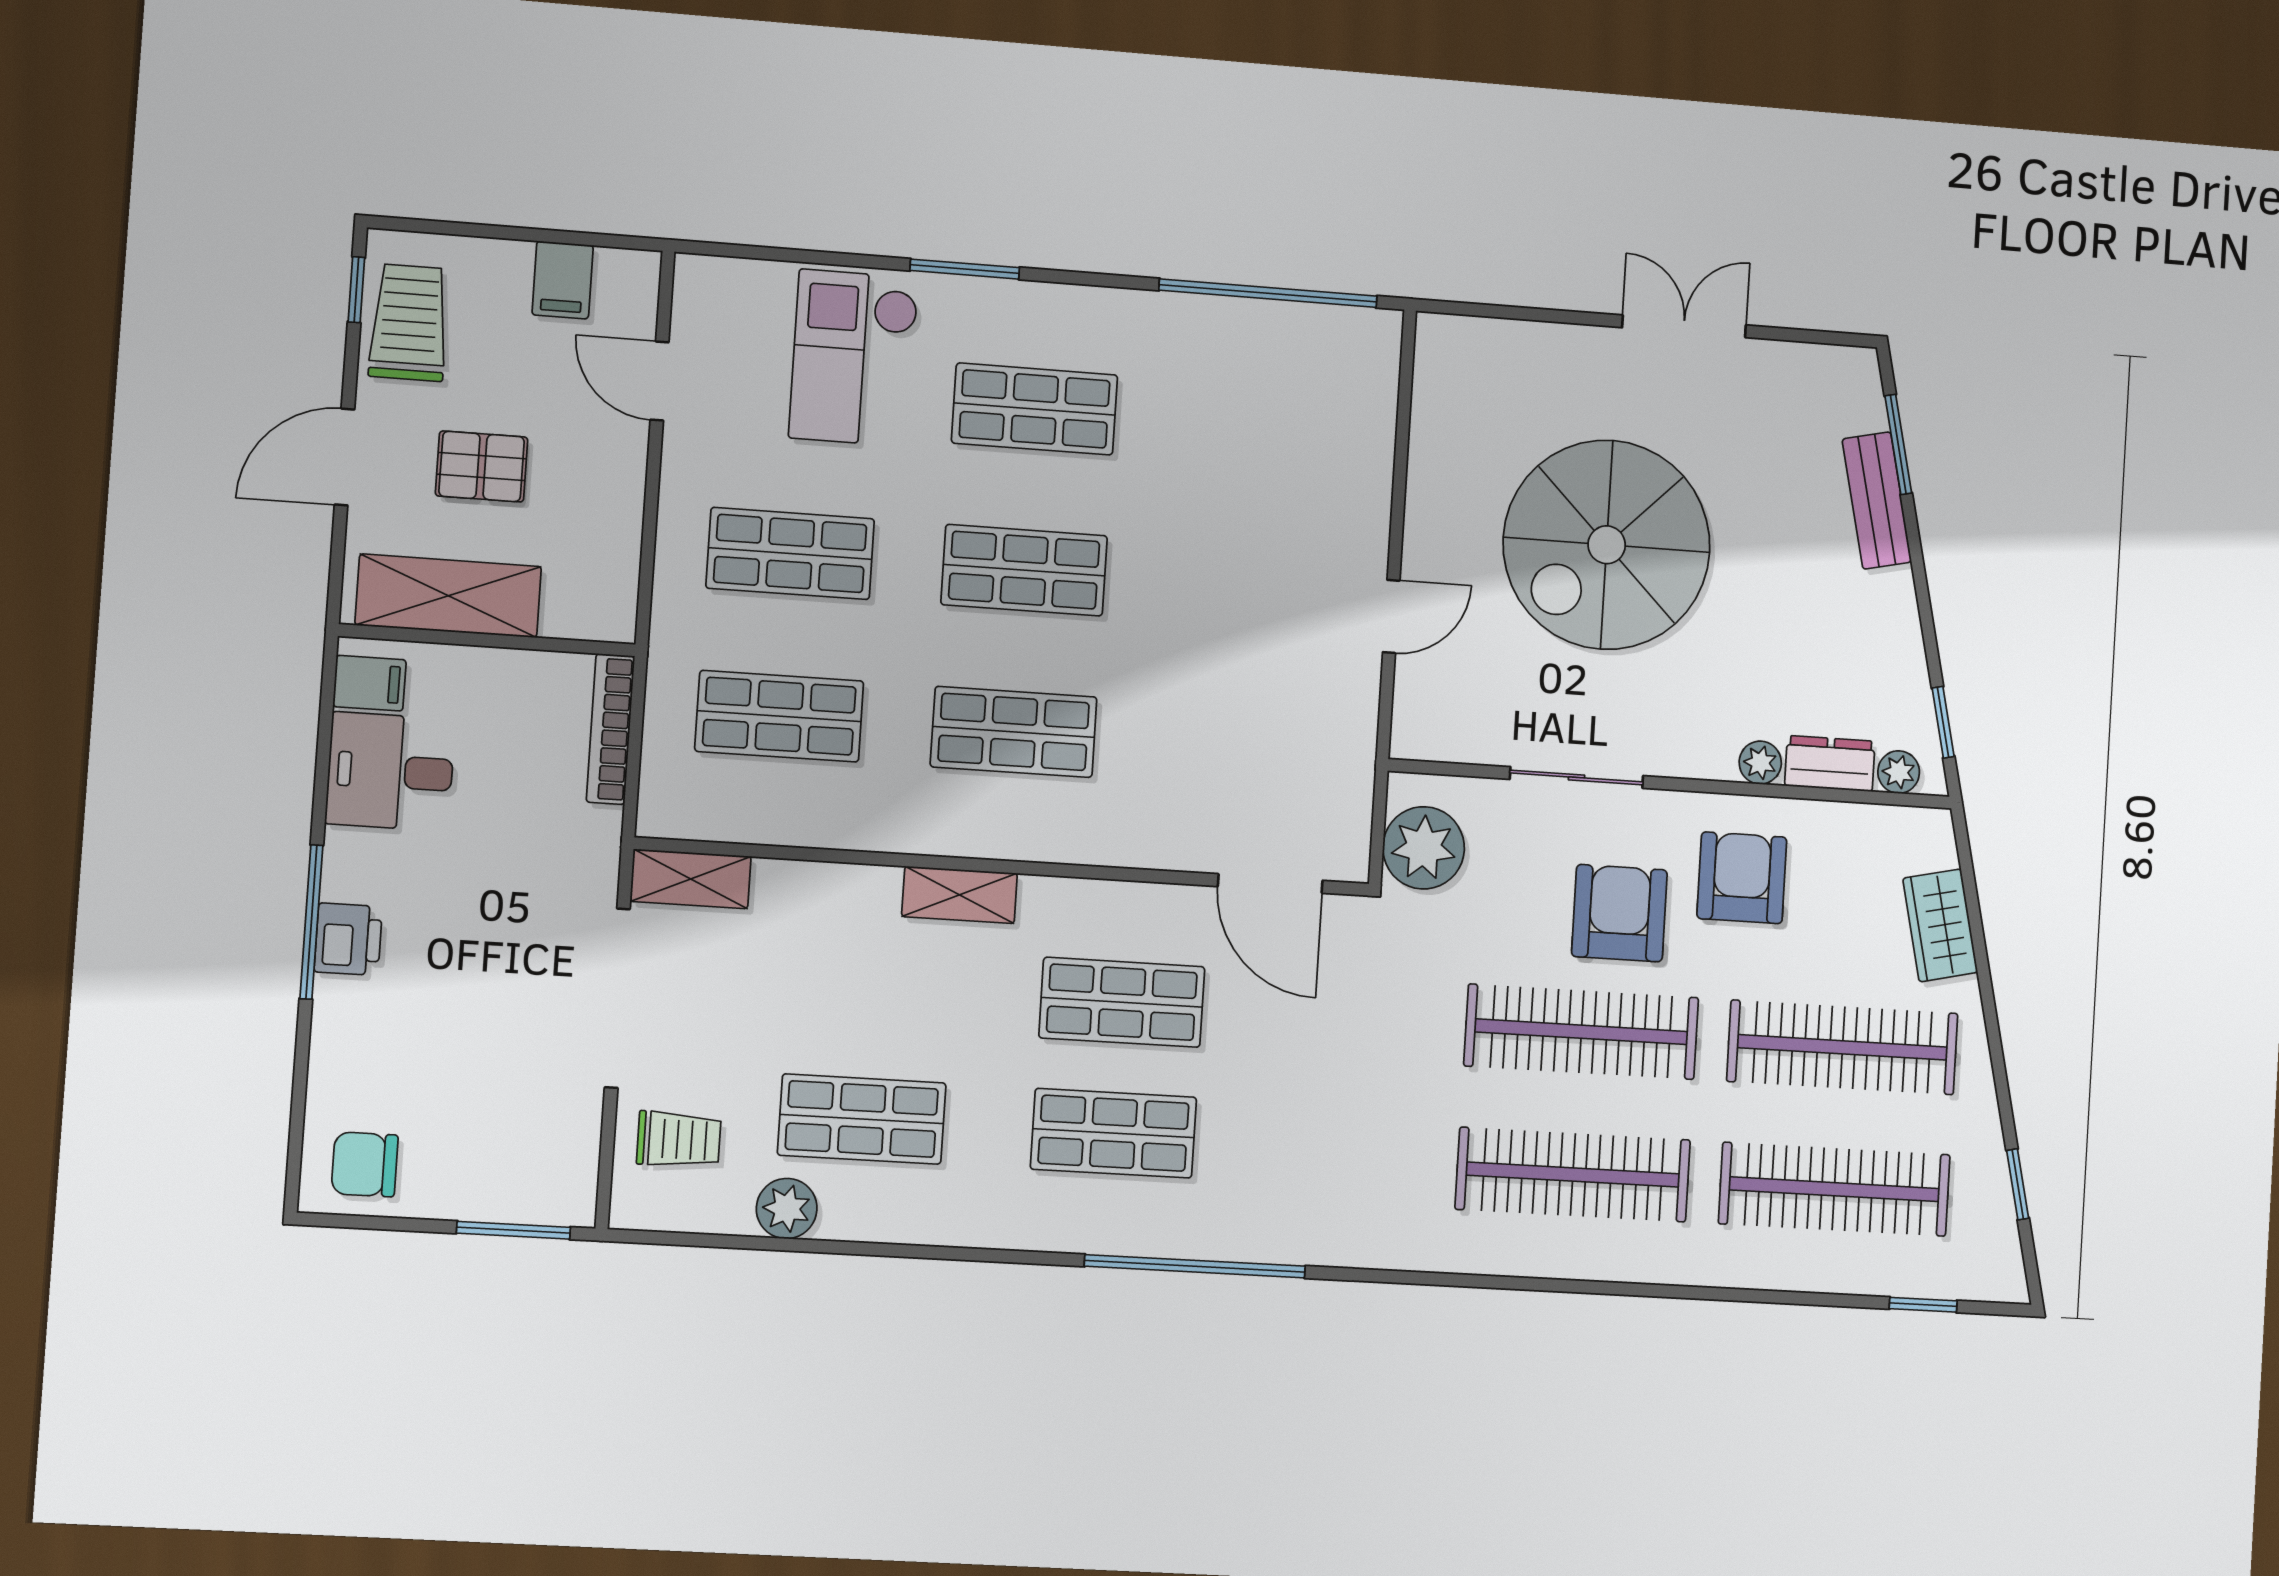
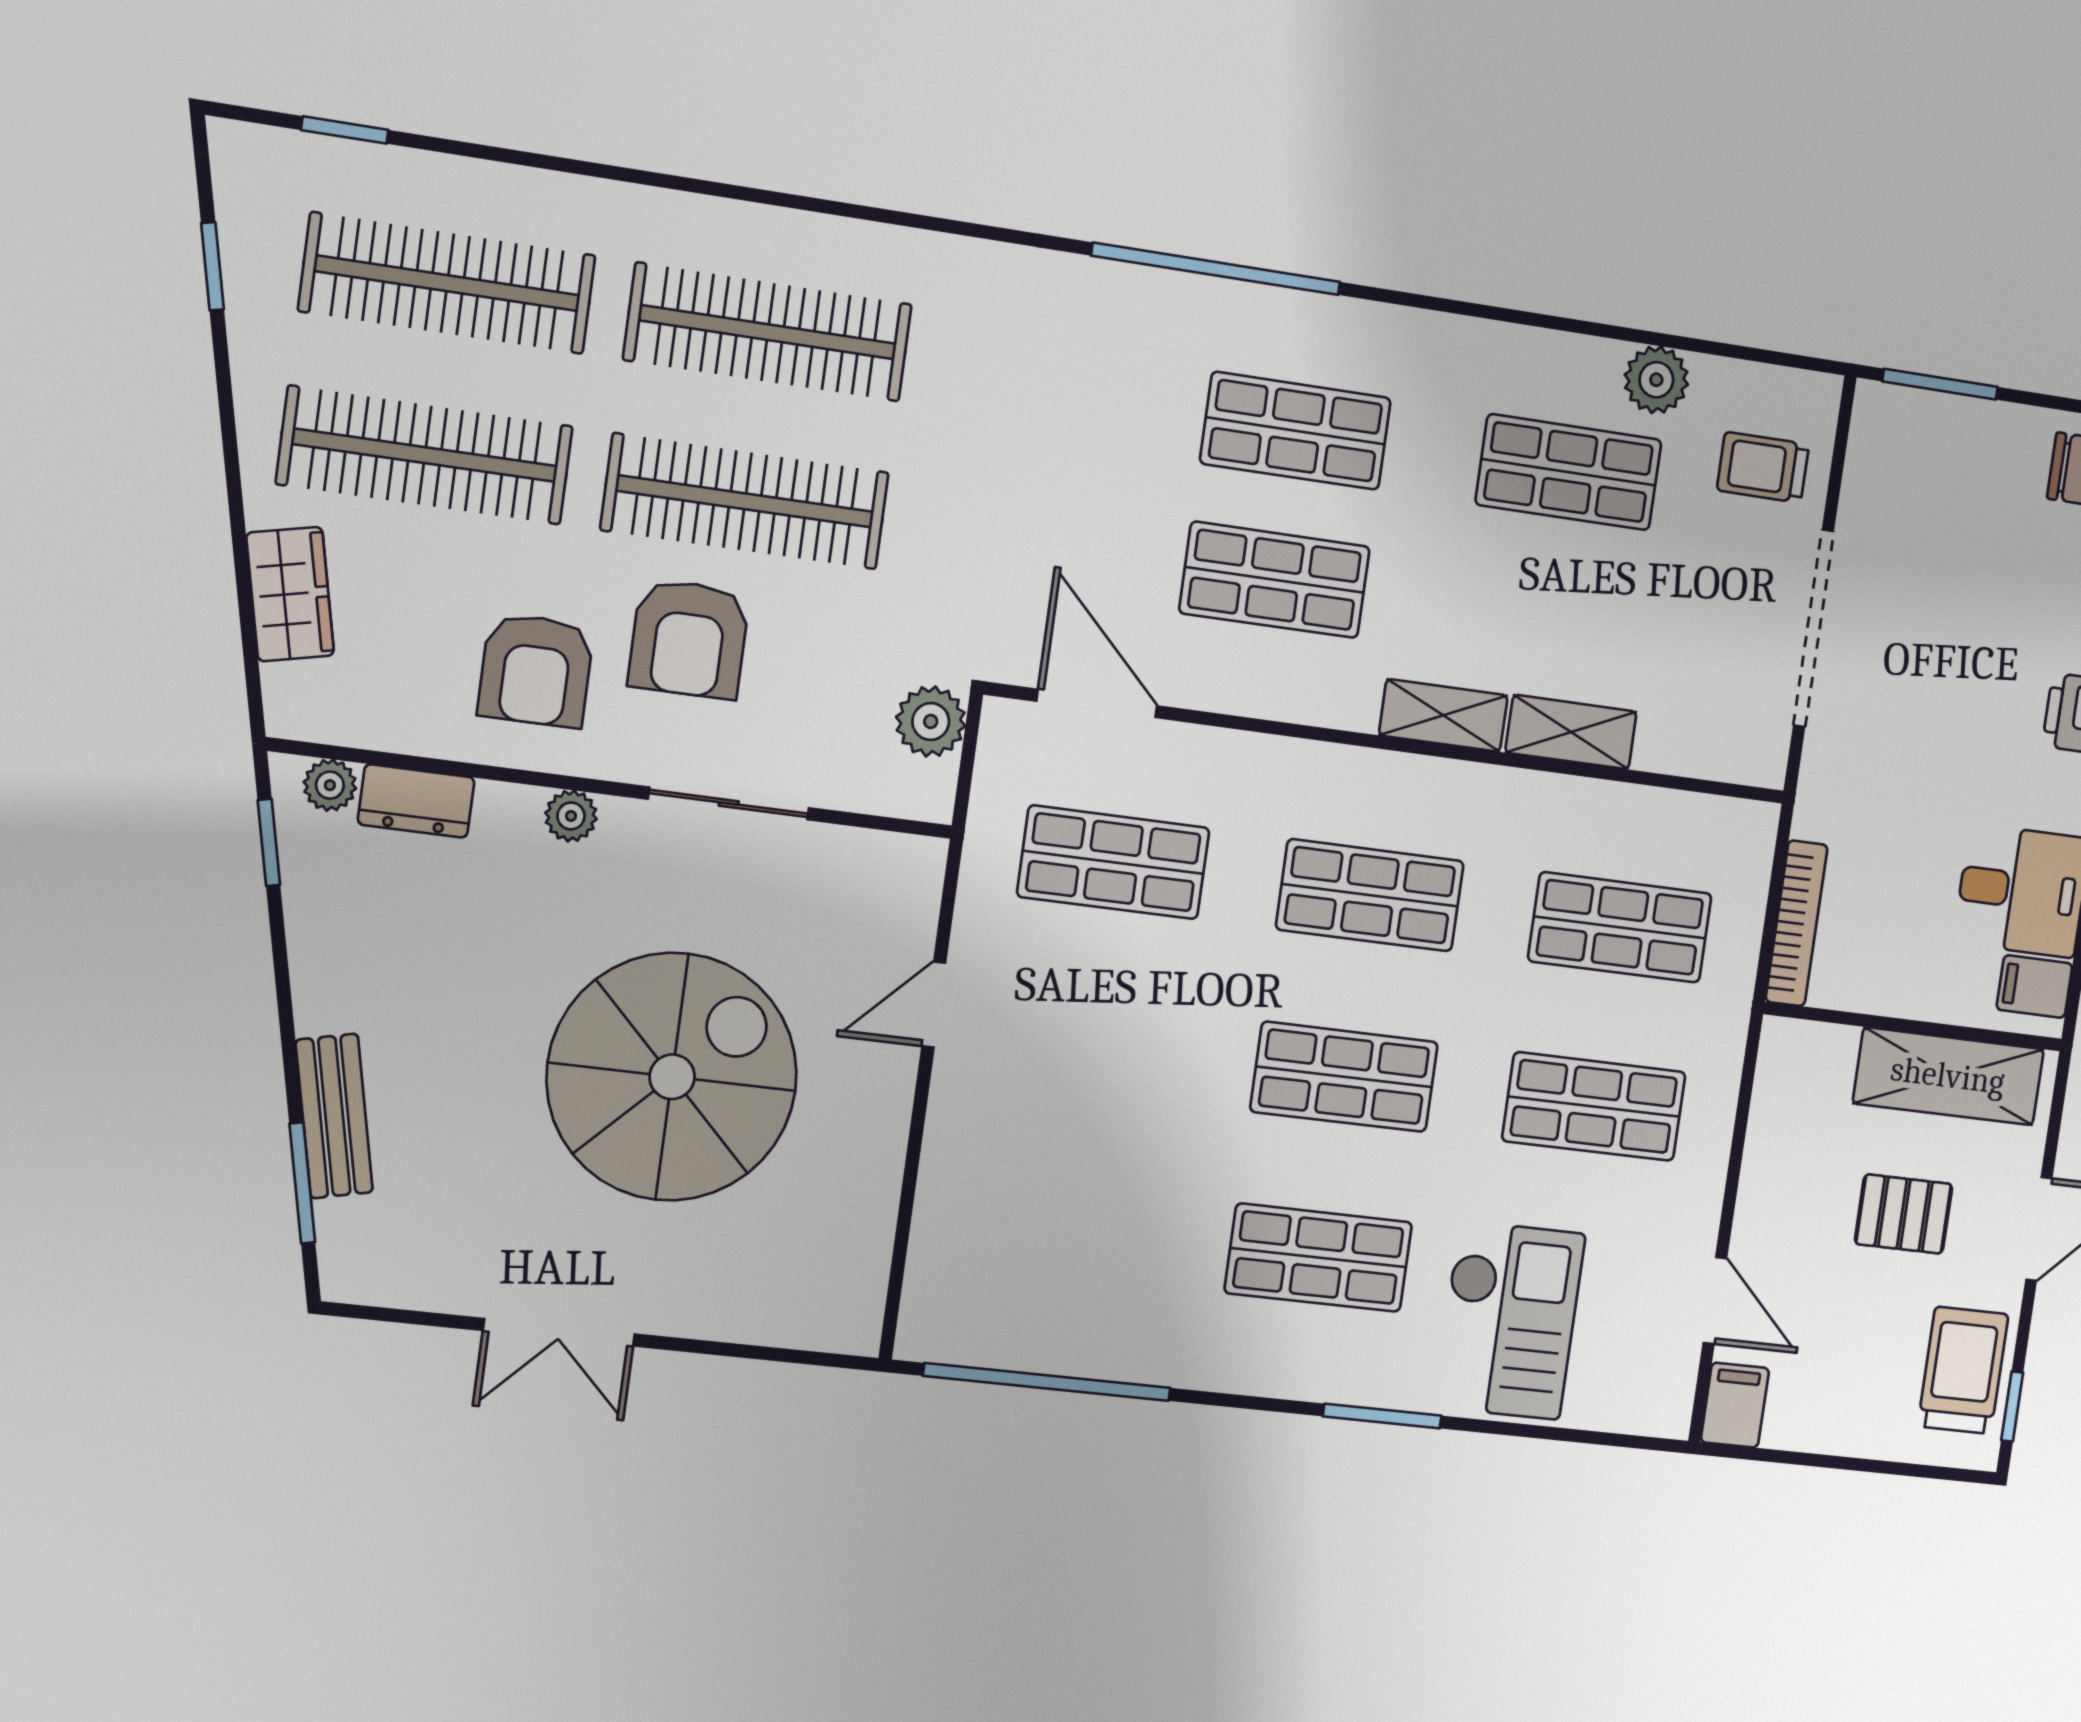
filing cabinet: (563, 280) -> (1735, 1405), moved
trolley: (409, 323) -> (1963, 1370), turned 180
shop shelf: (1245, 747) -> (1113, 862), added
plant: (1760, 763) -> (571, 816), moved
plant: (1424, 848) -> (931, 721), width x0.73, depth x0.73
shelving: (691, 879) -> (1571, 732), moved

